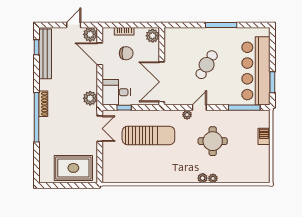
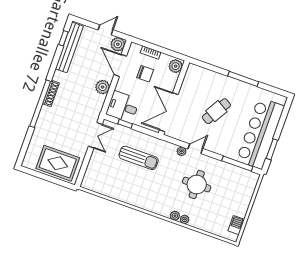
plant: (90, 98) -> (103, 87), moved
sun lounger: (148, 135) -> (139, 158), width x0.73, depth x0.75
barbecue: (264, 136) -> (236, 225), moved

